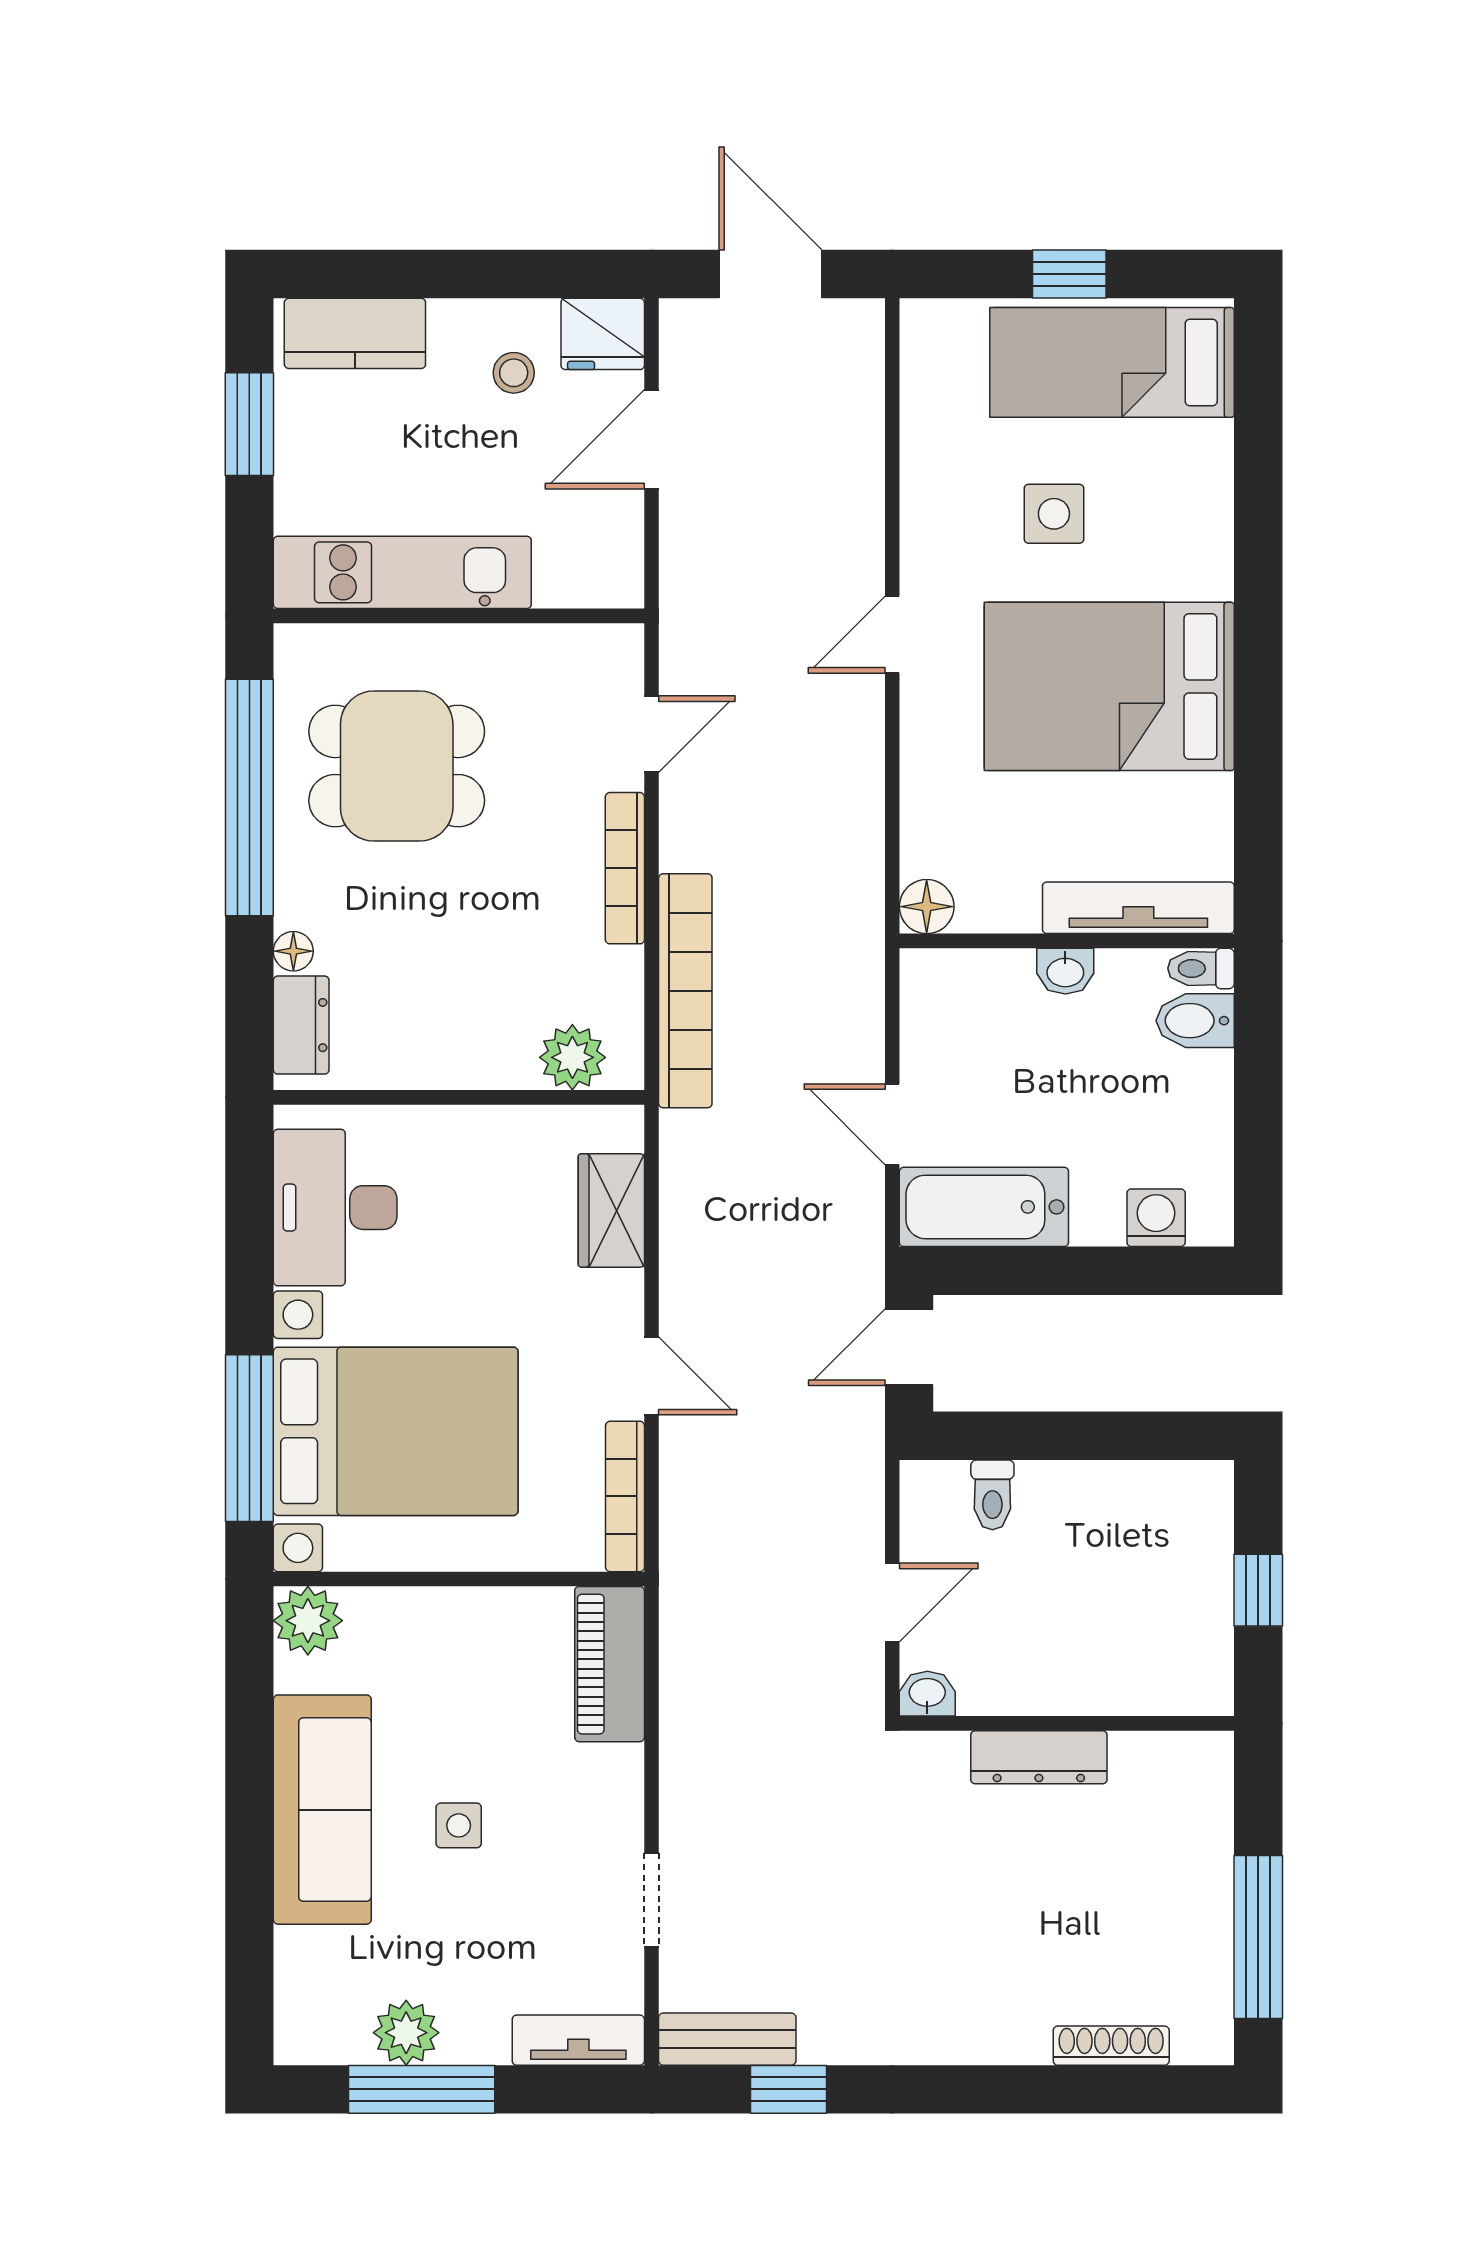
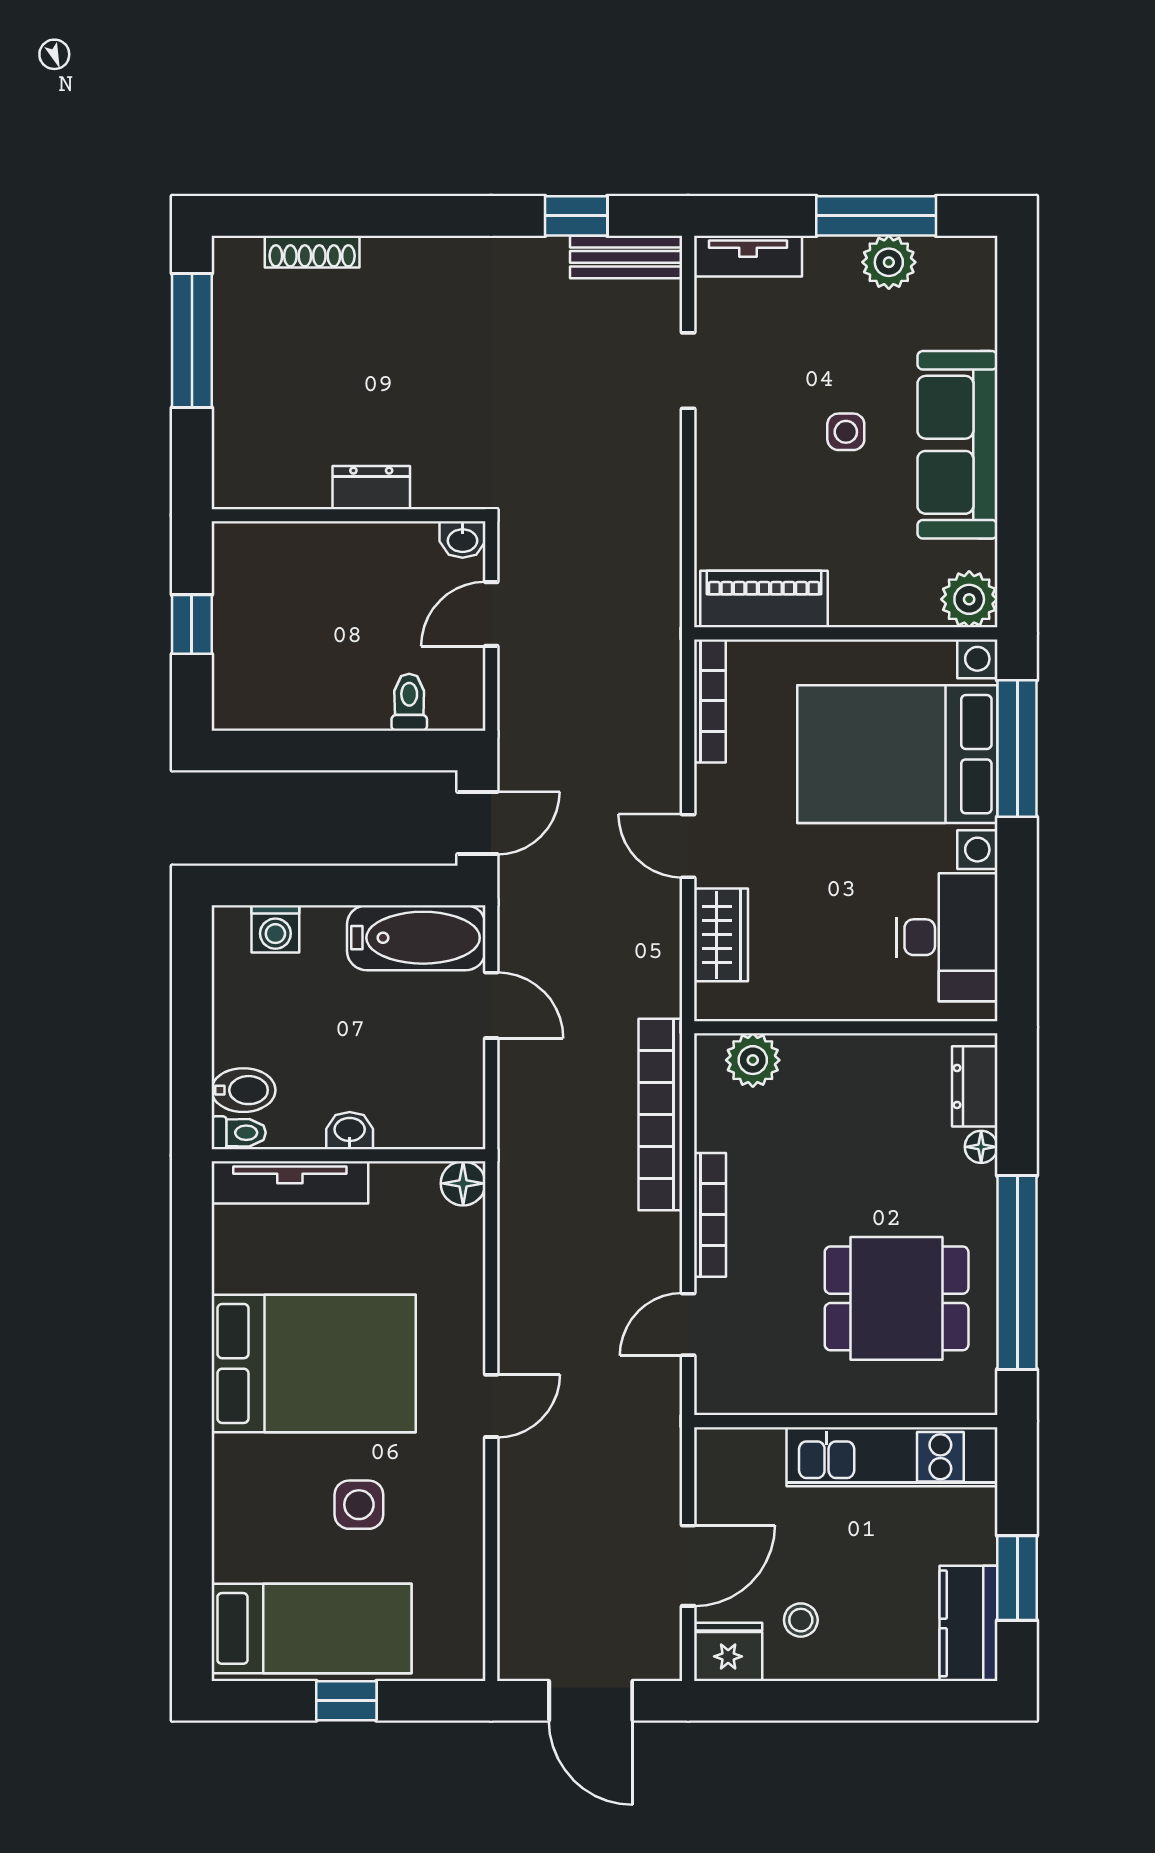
kitchen counter: (355, 333) -> (968, 1623), moved, turned -90
door: (651, 1376) -> (688, 846), moved
piano: (610, 1664) -> (764, 599), moved, turned -90
dresser: (1039, 1757) -> (371, 488), width x0.70

